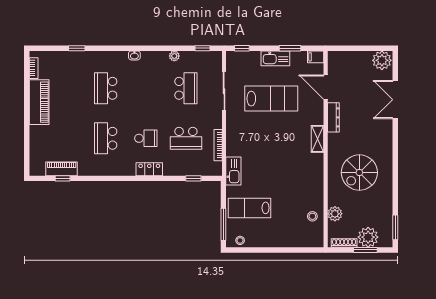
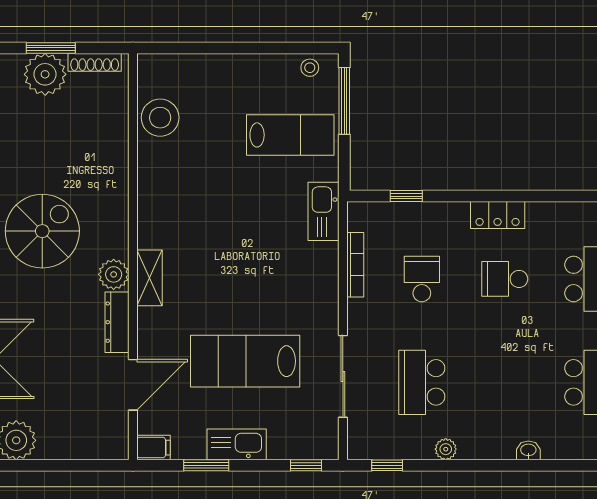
door: (326, 87) -> (133, 385), hinge flipped
school desk: (186, 138) -> (422, 279), width x0.54
spiral stairs: (359, 173) -> (42, 231), moved
plant: (335, 214) -> (114, 274), moved
stool: (312, 216) -> (160, 118), width x1.89, depth x1.89

